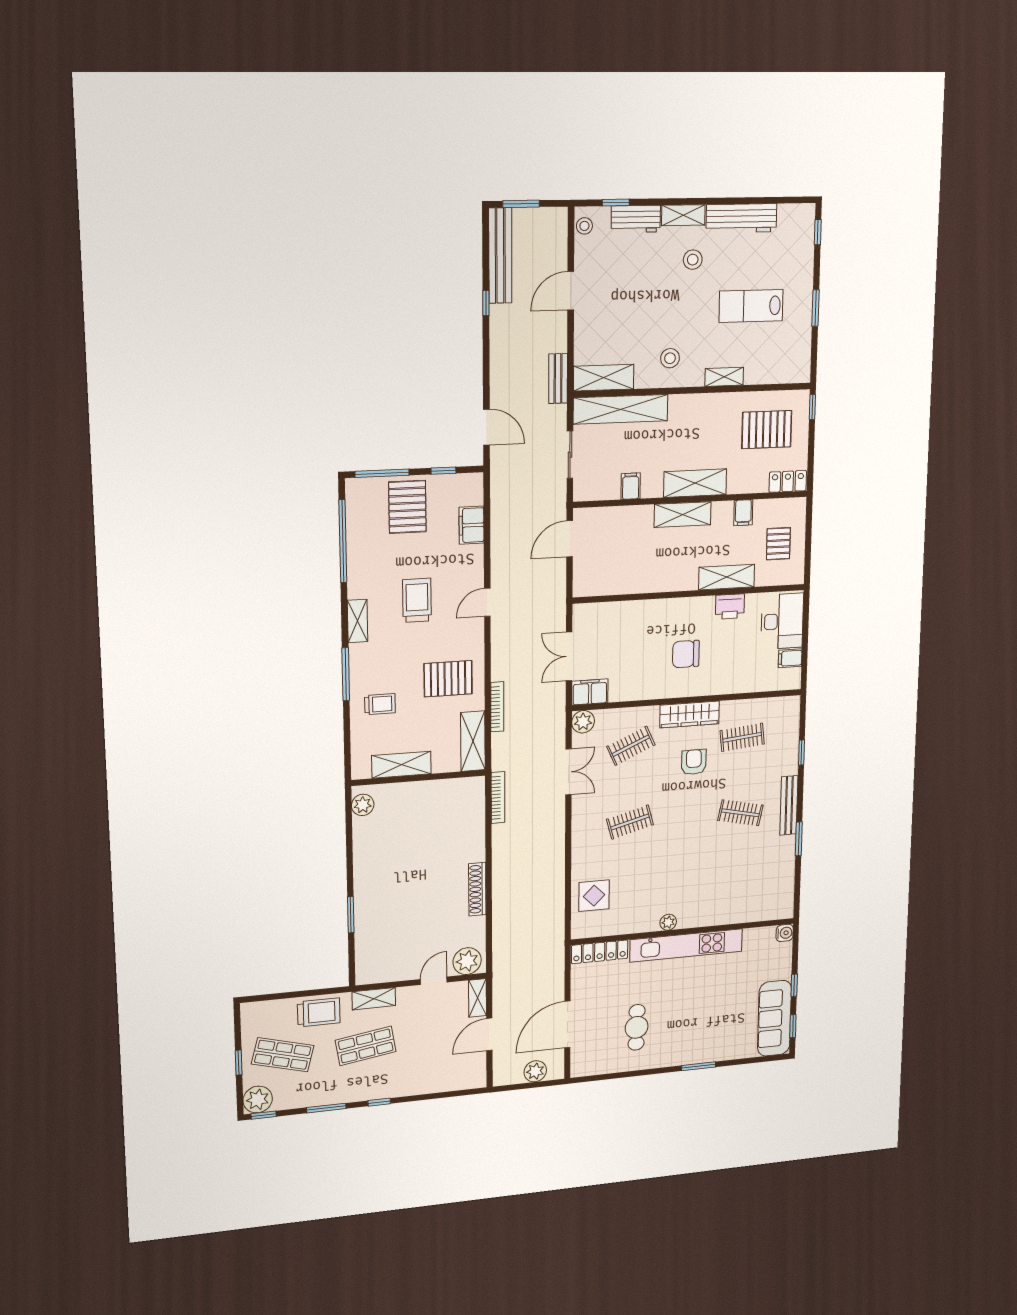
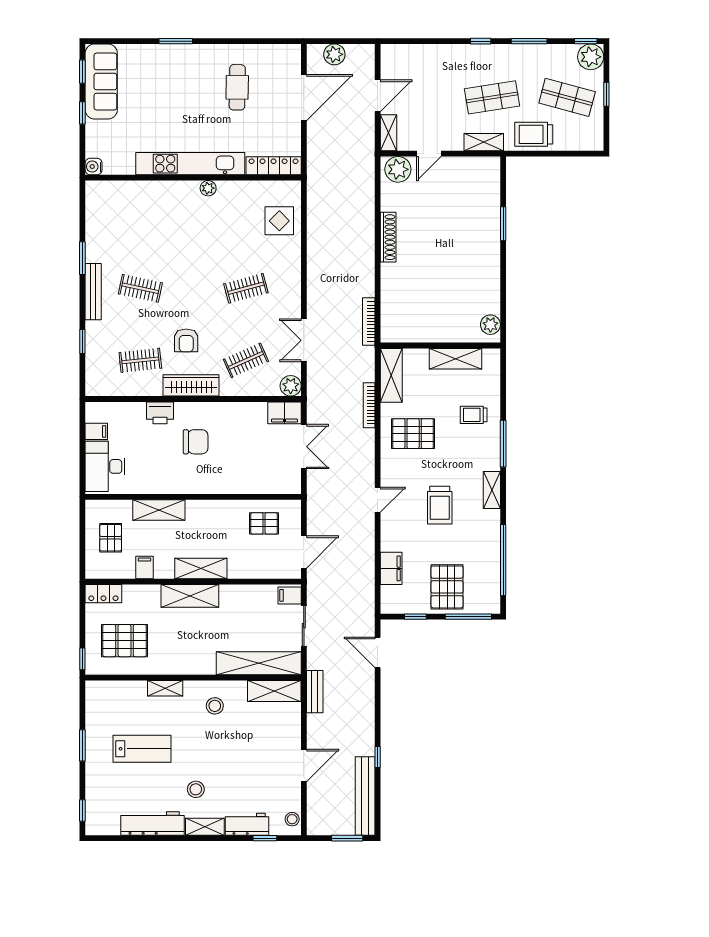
filing cabinet: (631, 486) -> (290, 595), moved, turned 90
pallet: (613, 569) -> (264, 523), added
printer: (730, 606) -> (160, 413), moved, turned 180

